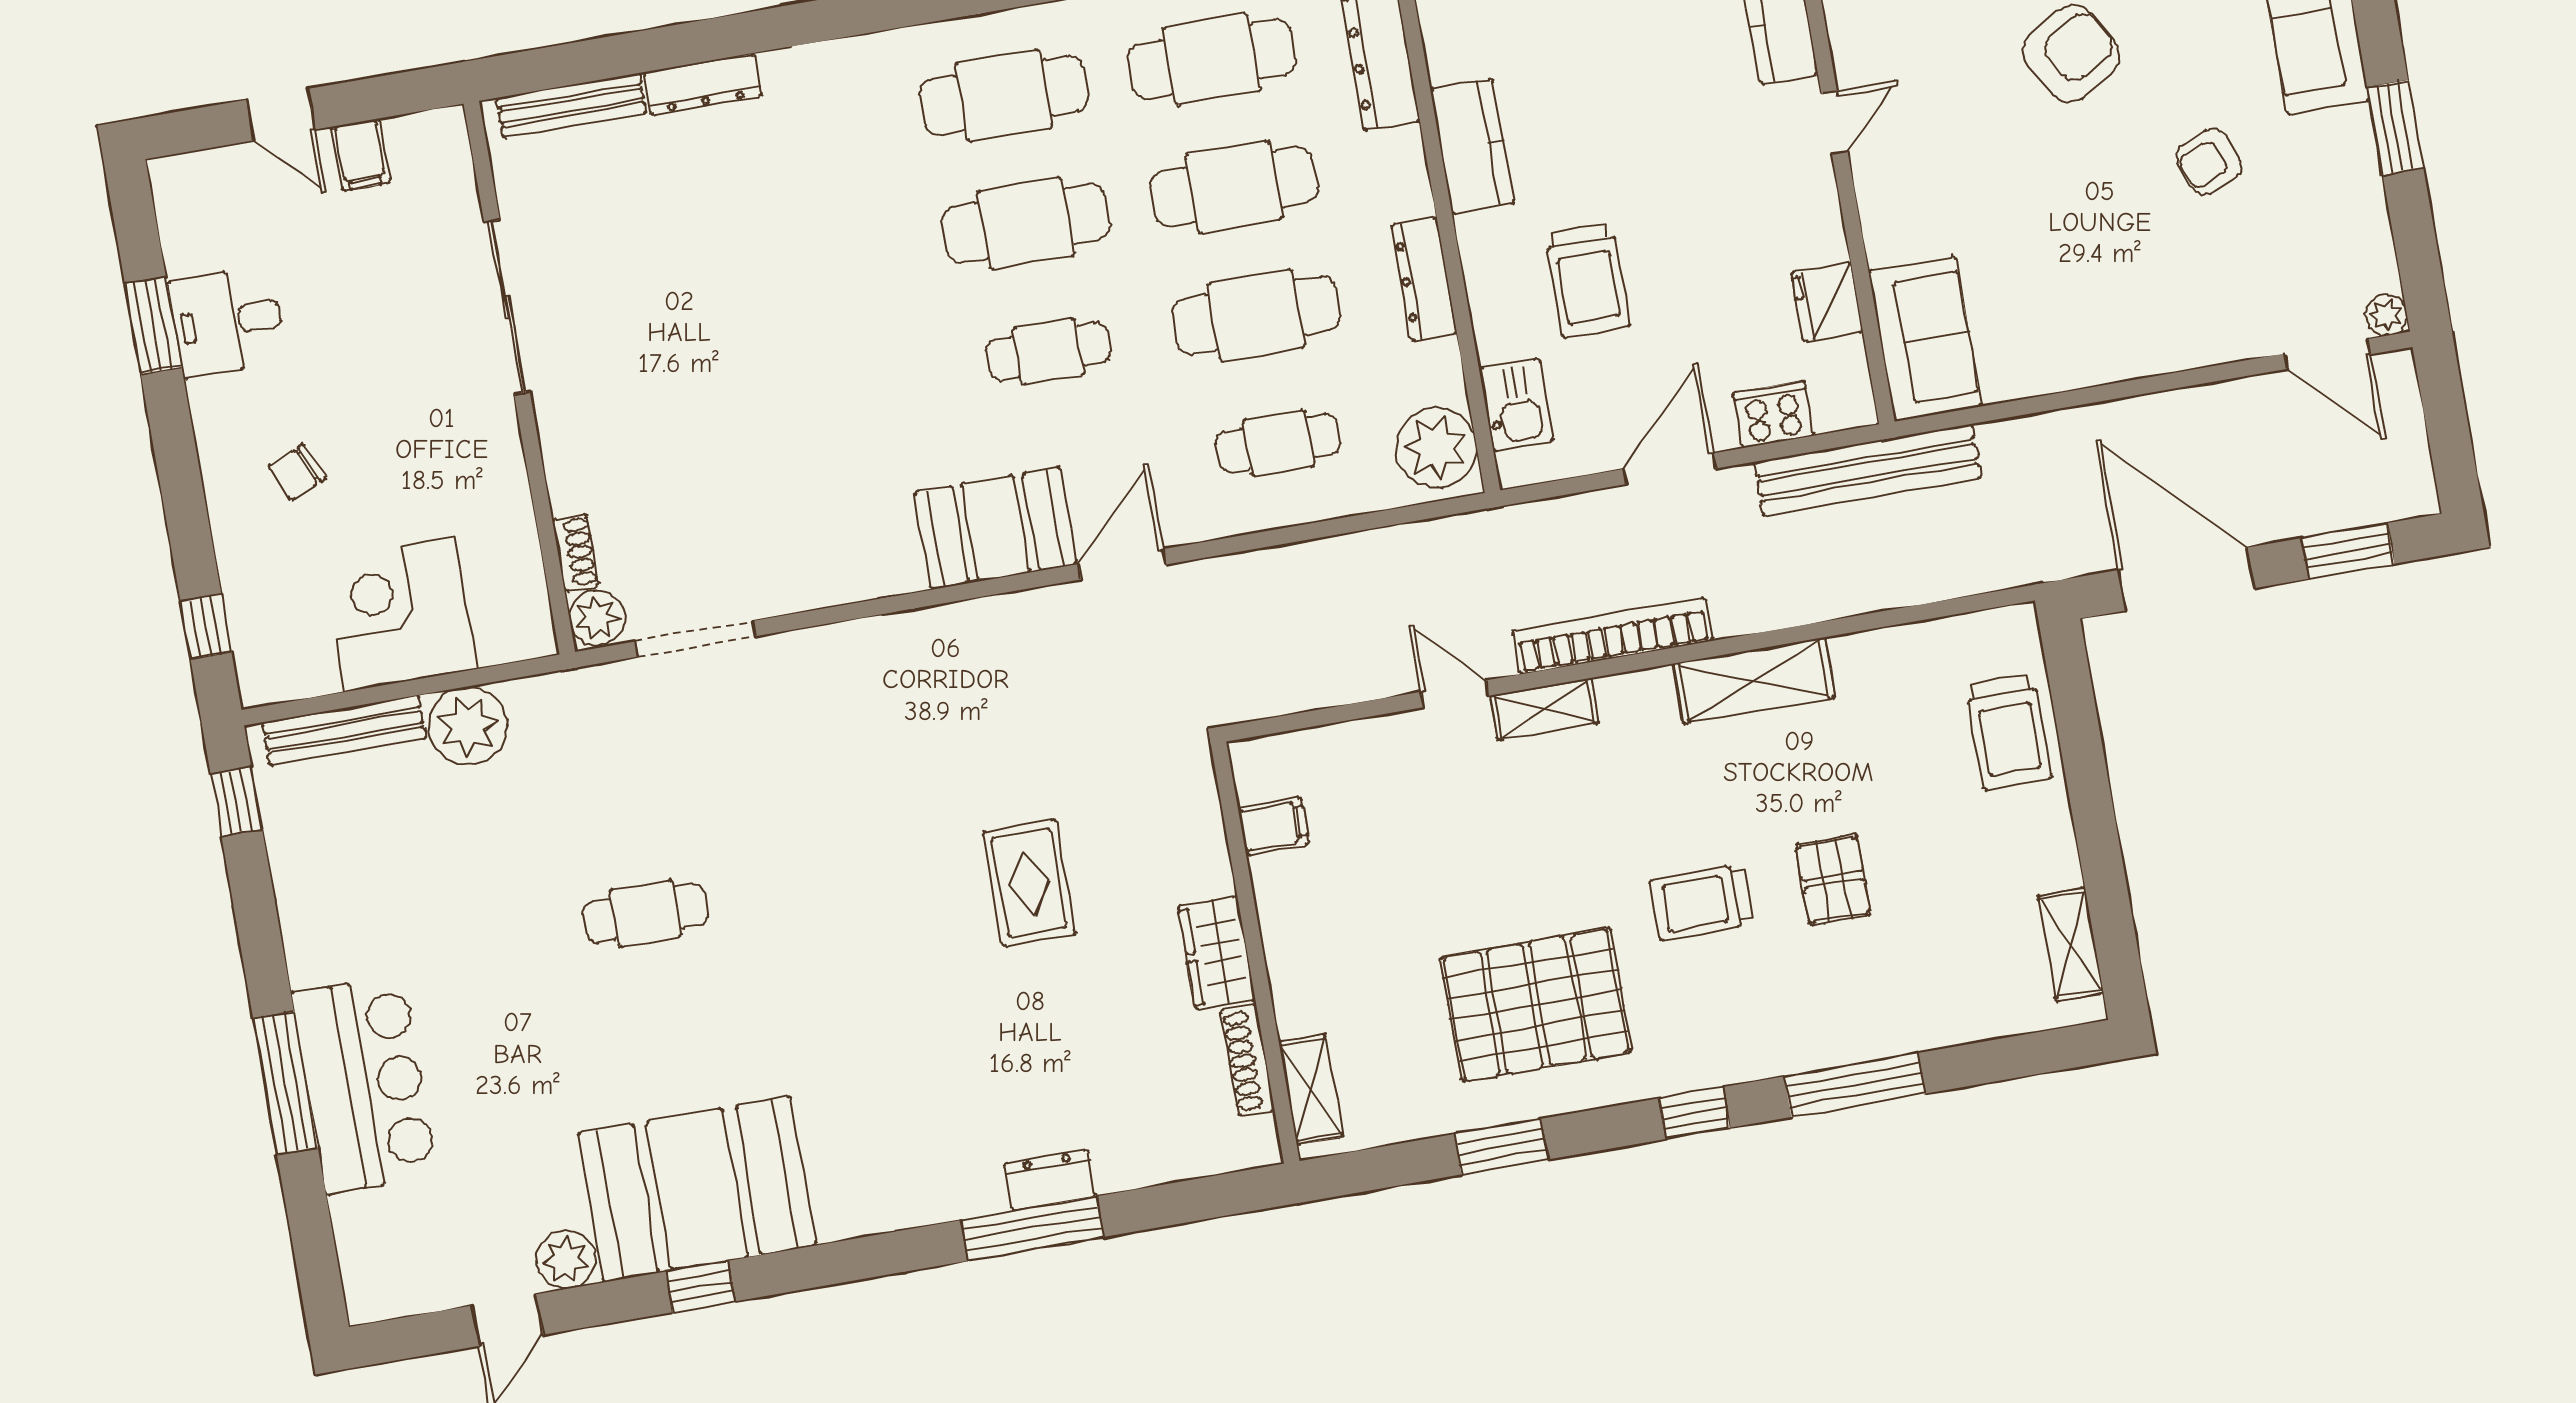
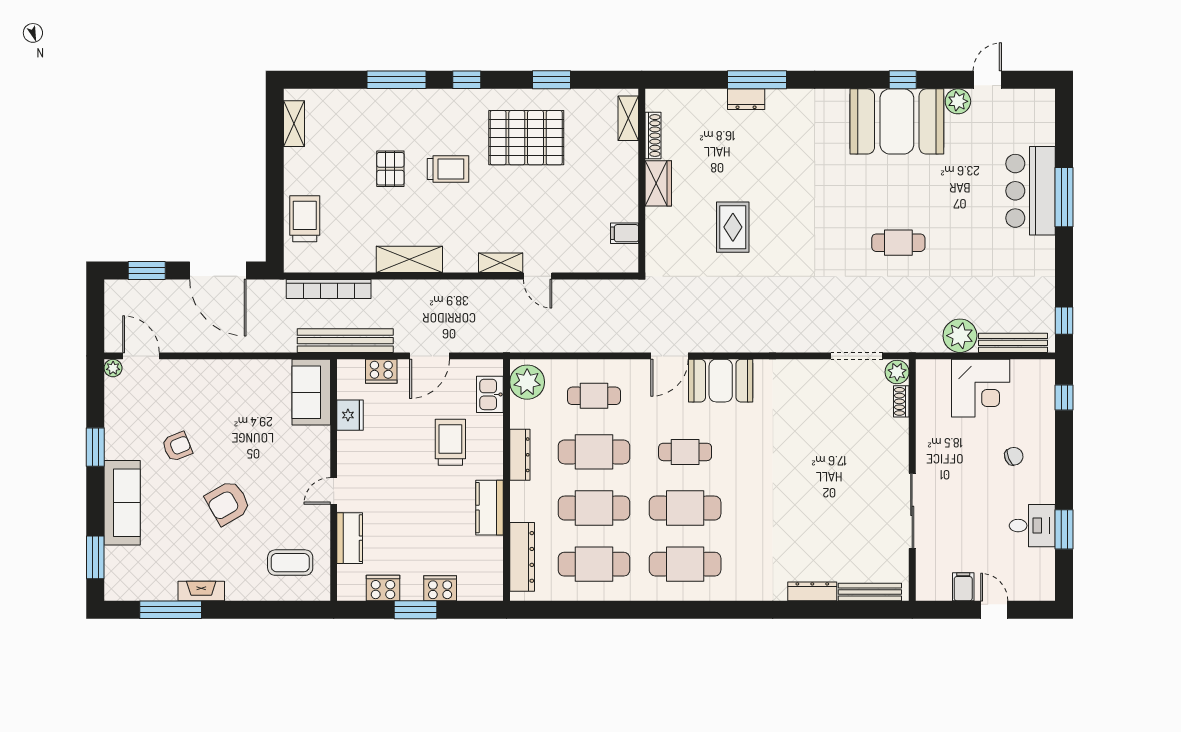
bookcase: (1613, 636) -> (329, 289), moved

